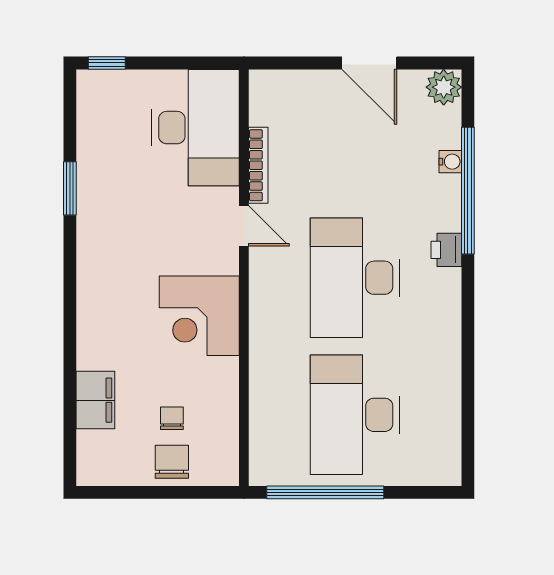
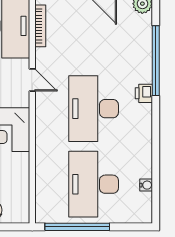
water cooler: (450, 162) -> (146, 185), moved
bookcase: (258, 165) -> (40, 26), moved

